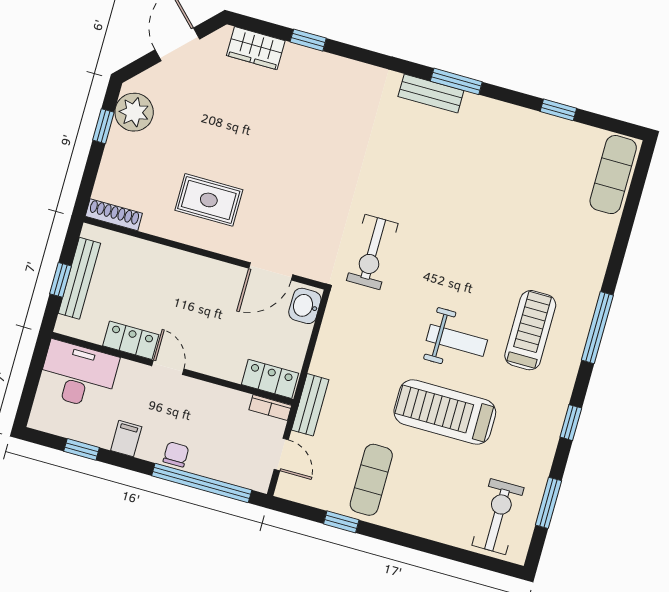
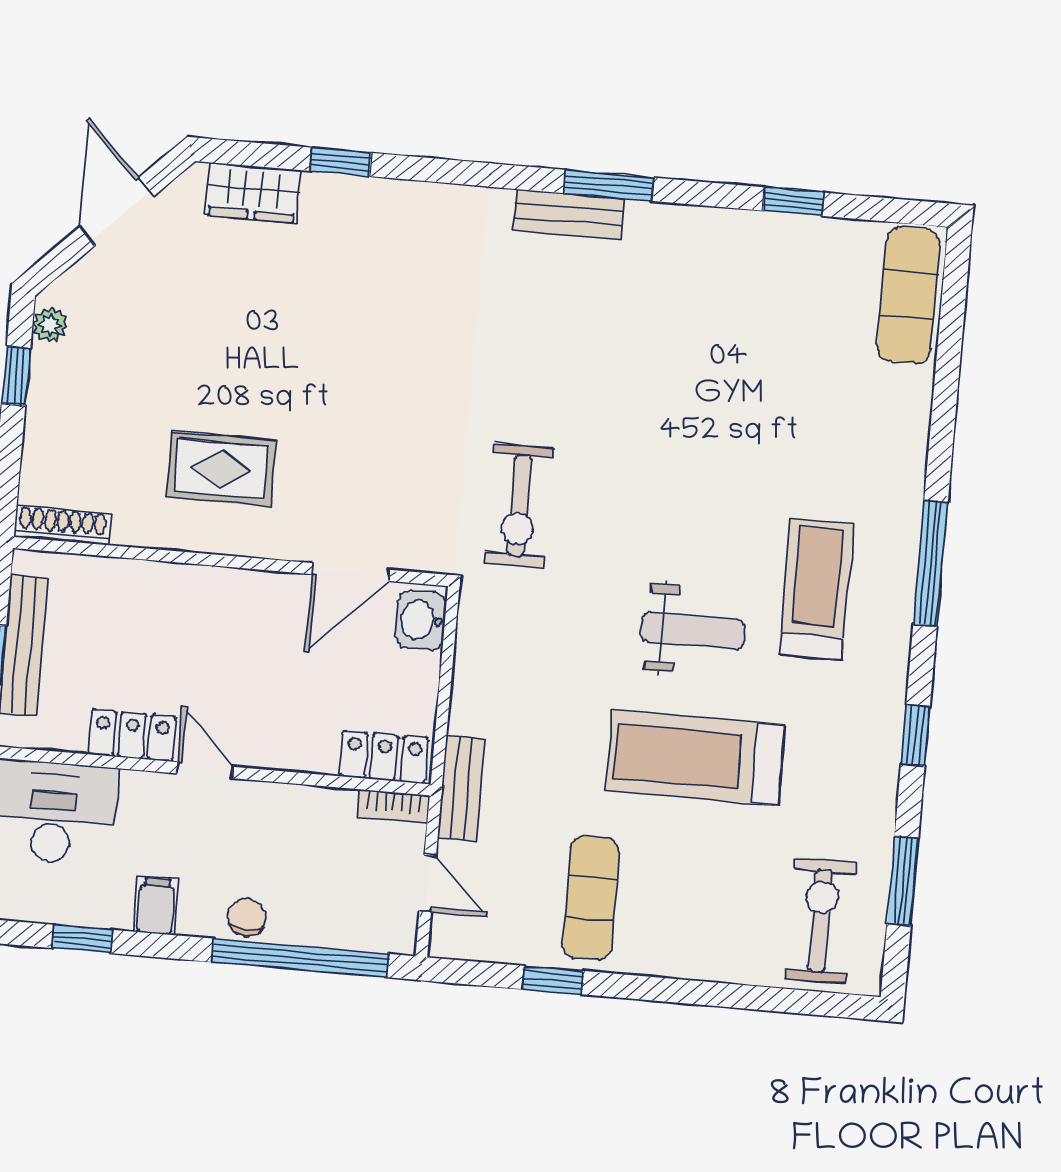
plant: (134, 112) -> (50, 325), width x0.53, depth x0.53

